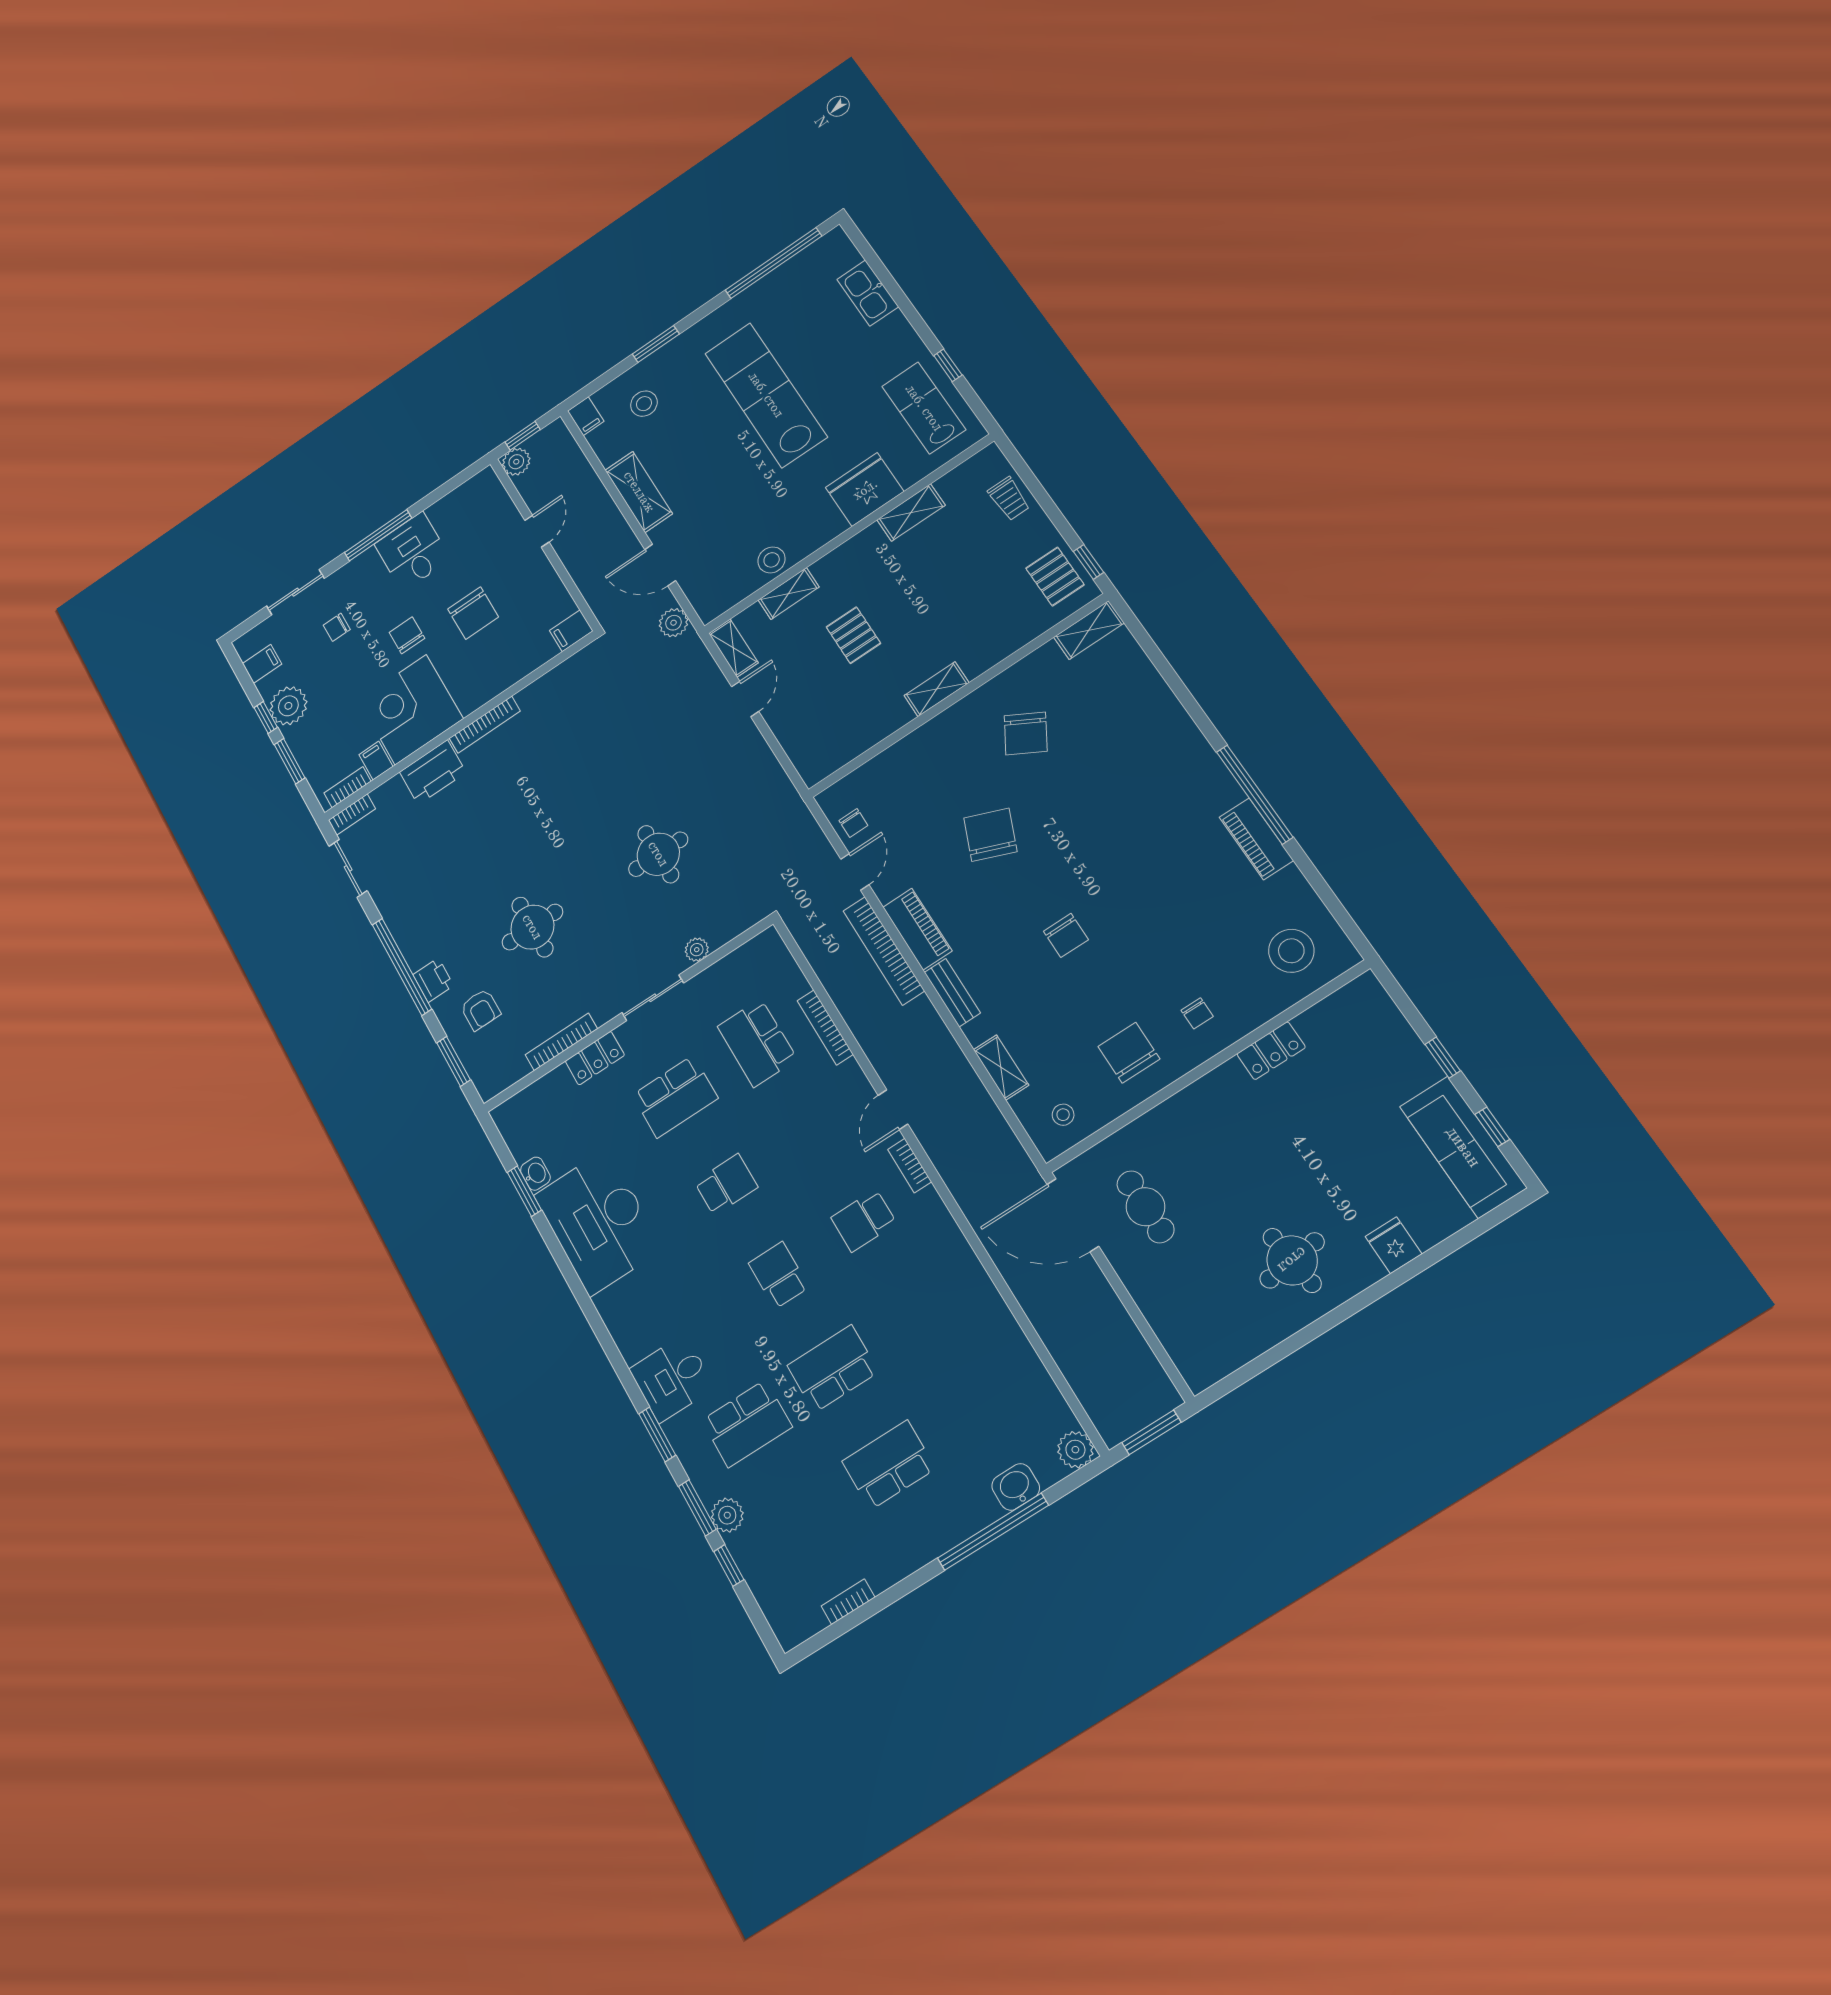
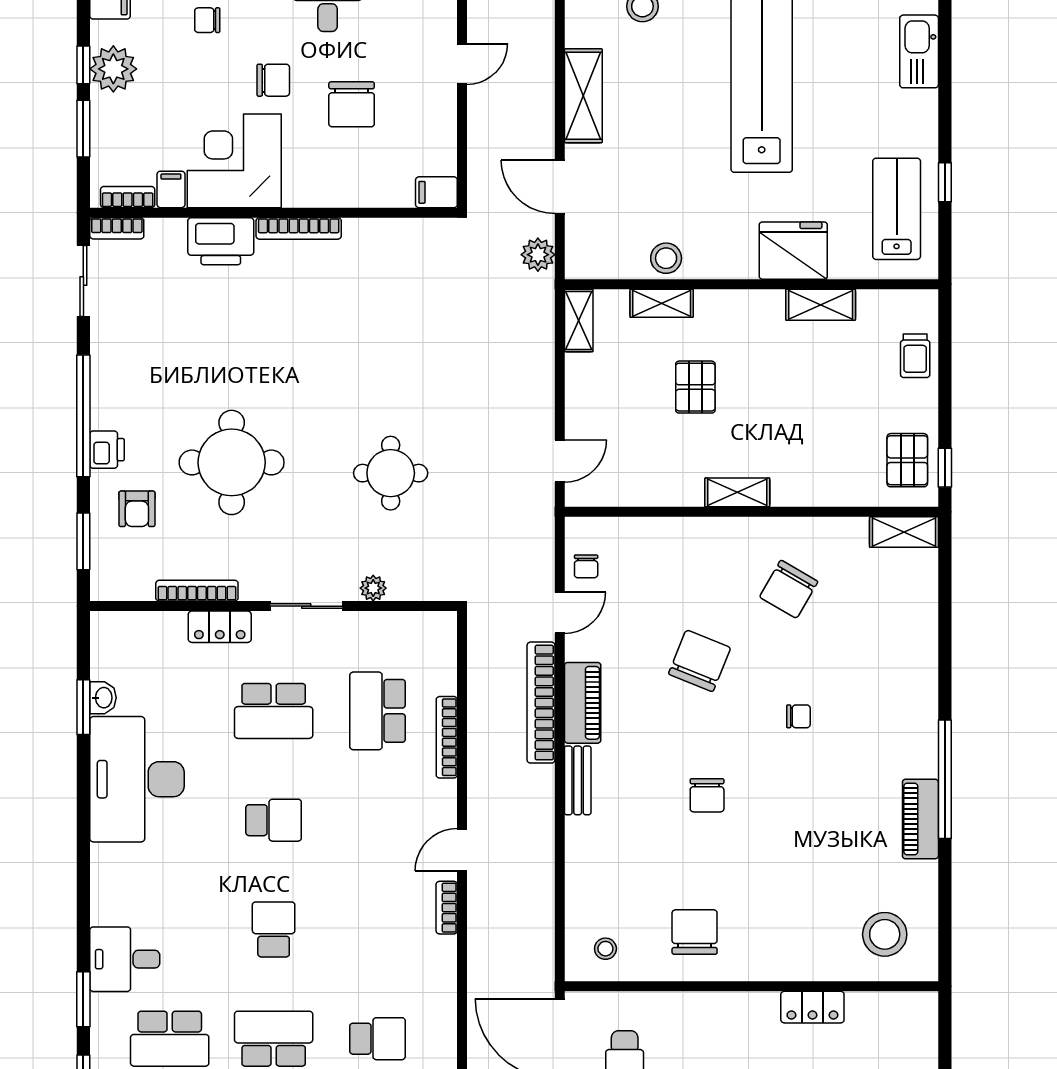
chair: (407, 635) -> (273, 80), turned 90
door: (745, 699) -> (560, 461), moved
round table: (532, 927) -> (232, 462), width x1.36, depth x1.36
chair: (1197, 1013) -> (798, 716), moved, turned -90
shelving: (1001, 1067) -> (578, 874), removed
school desk: (864, 1220) -> (378, 1039), moved, turned 180

